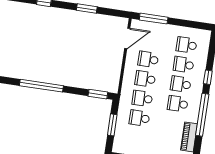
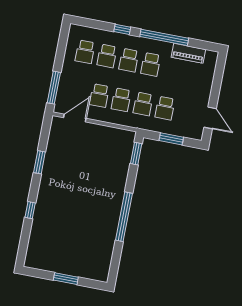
door: (127, 38) -> (75, 118), hinge flipped

